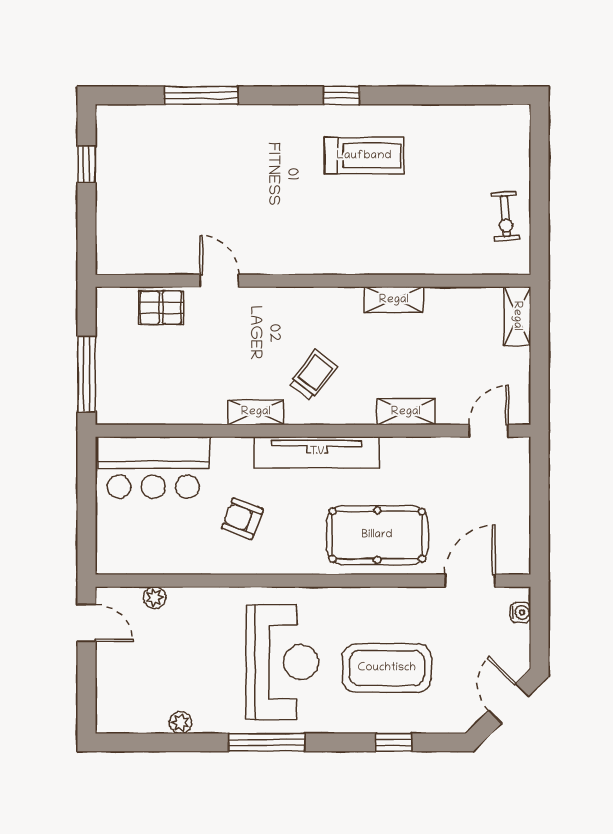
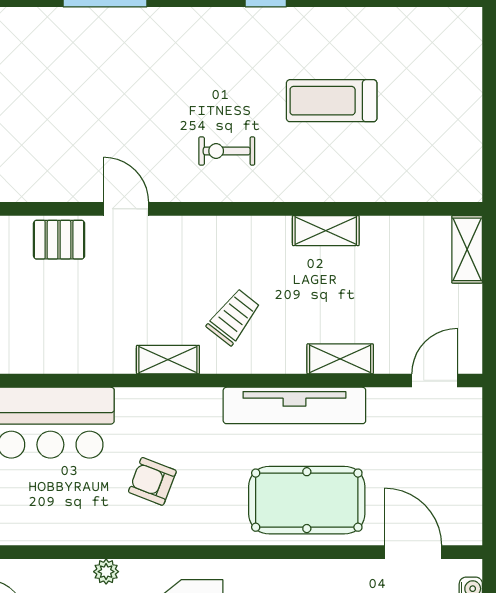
treadmill: (364, 156) -> (332, 101), moved, turned 180
exercise bike: (505, 216) -> (227, 151), moved, turned 94
tv unit: (317, 452) -> (294, 405), moved
door: (470, 581) -> (413, 552), hinge flipped
plant: (155, 598) -> (106, 572), moved

